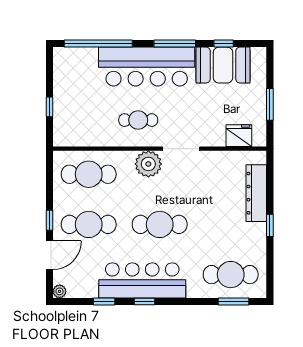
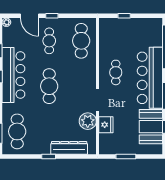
fridge: (239, 136) -> (106, 125), moved
plant: (148, 164) -> (88, 121), moved
cafe table: (89, 224) -> (49, 41), width x0.73, depth x0.74

